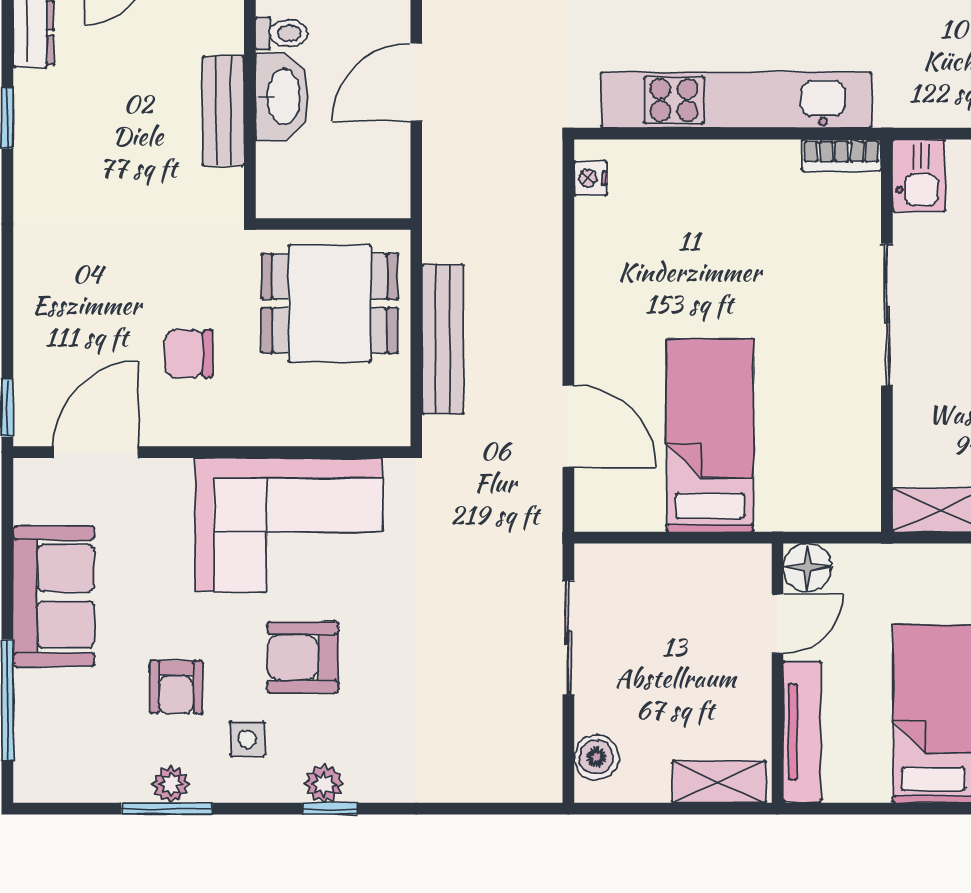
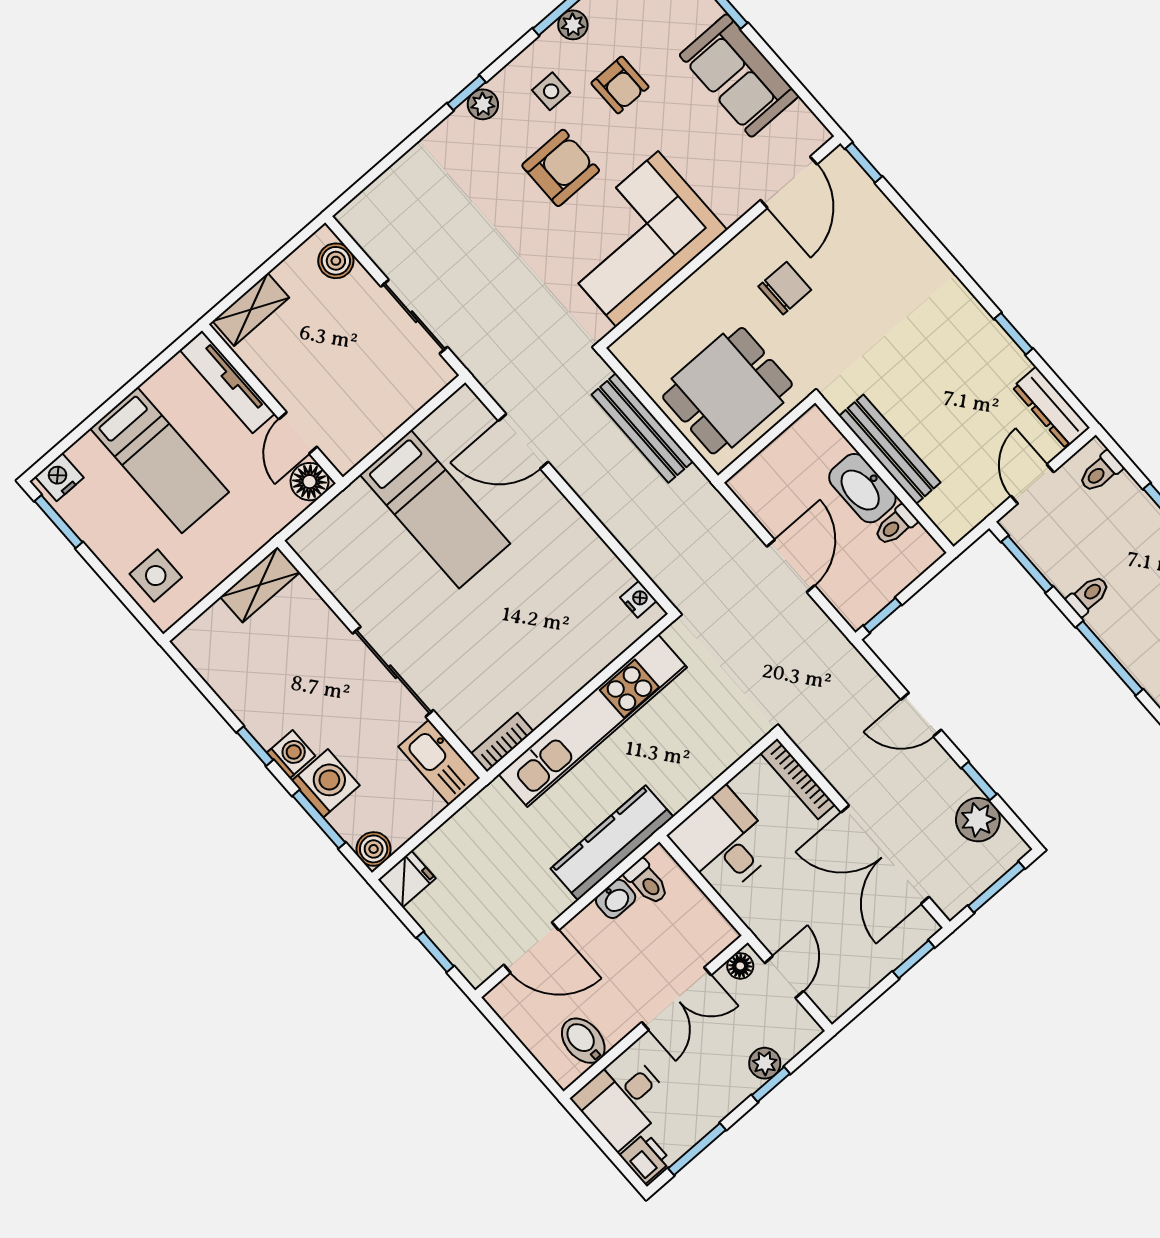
bench: (223, 111) -> (890, 449), width x1.36
kitchen sink: (919, 175) -> (439, 762), width x1.38
armchair: (176, 687) -> (620, 85), turned 180

